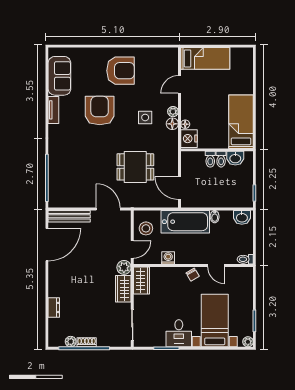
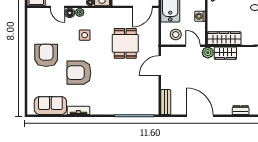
floor lamp: (172, 124) -> (70, 13), moved
bench: (69, 216) -> (166, 102), width x0.73
door: (47, 245) -> (200, 116), moved
wardrobe: (141, 280) -> (224, 38), width x1.50

